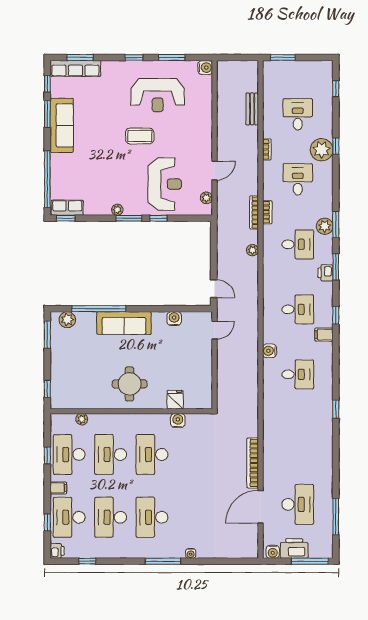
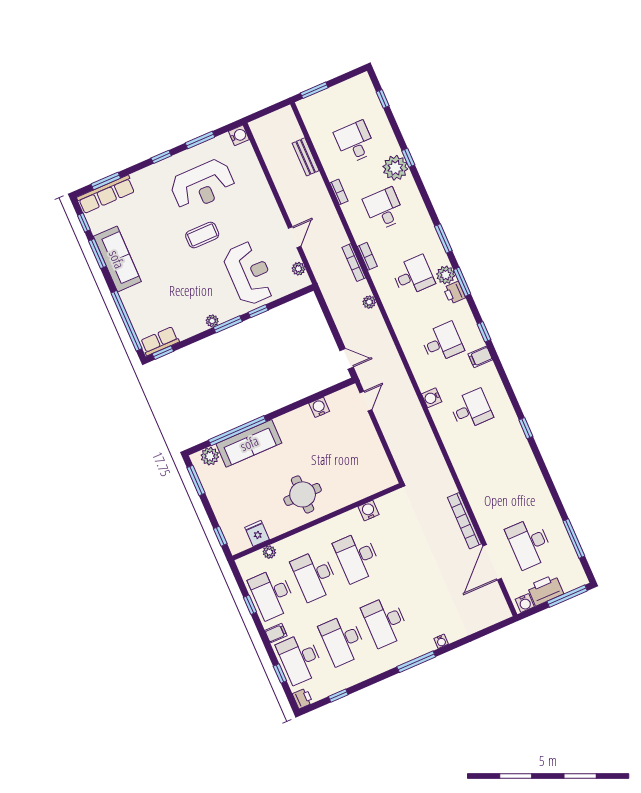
plant: (325, 226) -> (446, 275), moved
sofa: (124, 323) -> (249, 443), moved
fridge: (175, 400) -> (257, 533), moved
desk: (298, 504) -> (529, 543), turned 180

